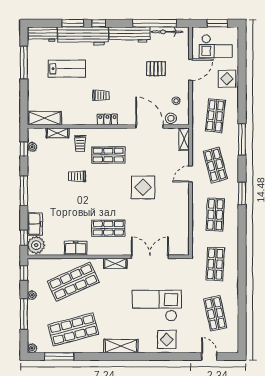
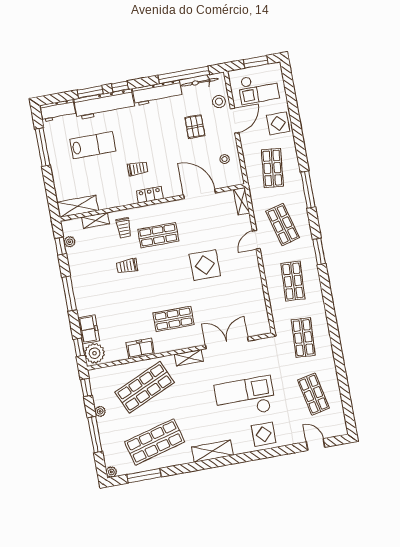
pallet: (156, 69) -> (195, 127), turned 90
stool: (171, 118) -> (219, 102), moved

